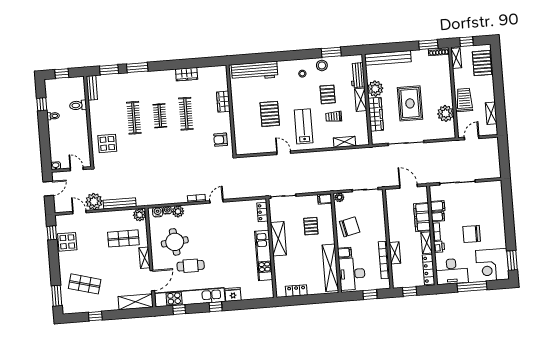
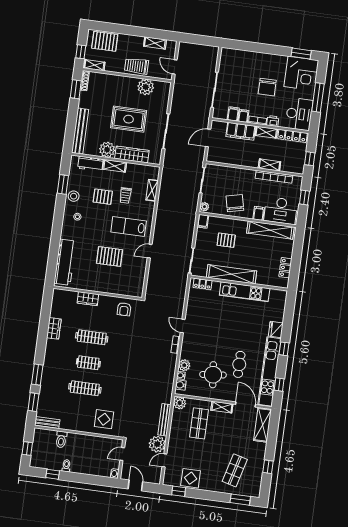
shelving: (278, 239) -> (232, 274), width x1.47

